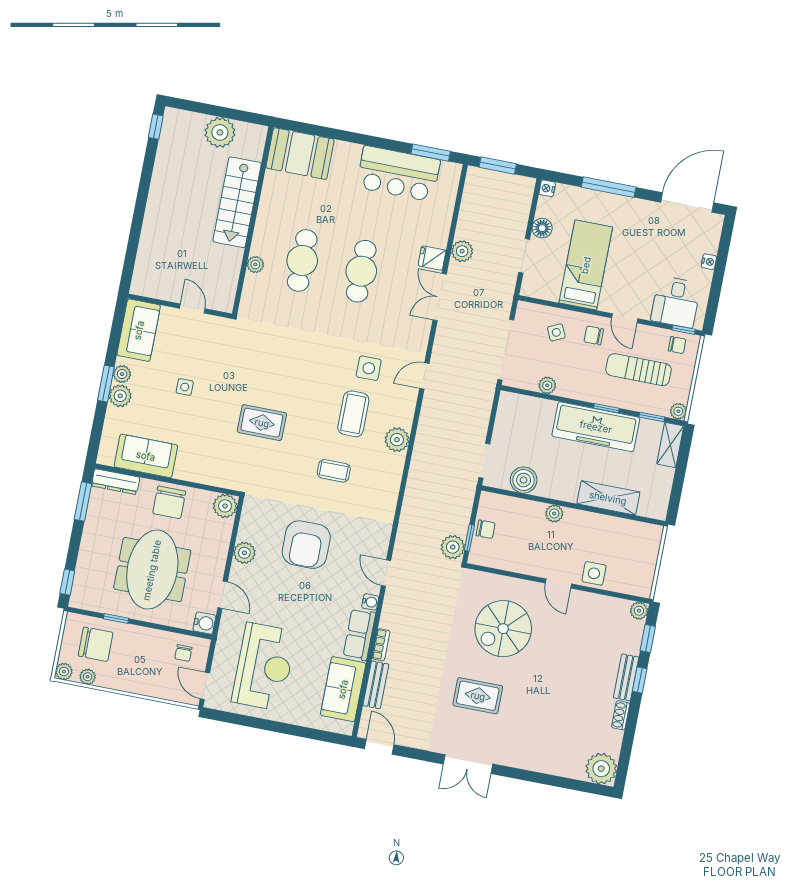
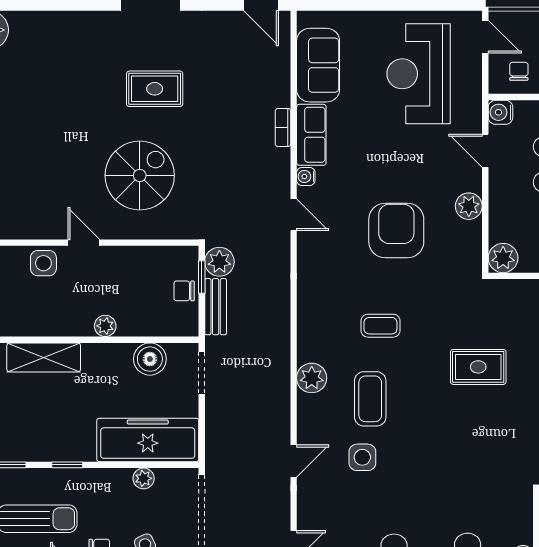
freezer: (596, 427) -> (148, 440), moved
bench: (376, 685) -> (216, 307), moved

